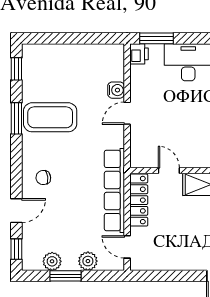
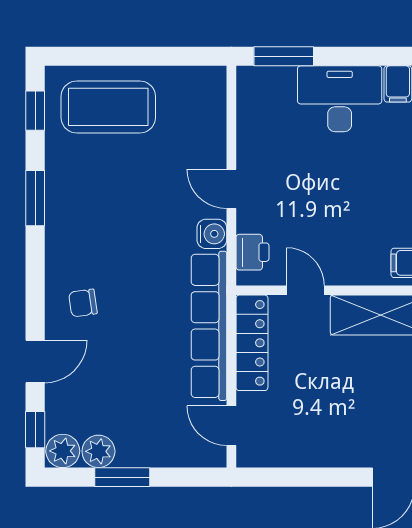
printer: (139, 54) -> (252, 252), moved
water cooler: (116, 90) -> (212, 234), moved
door: (127, 113) -> (231, 189), hinge flipped
coffee table: (50, 117) -> (108, 107), moved
plant: (88, 261) -> (63, 451), moved

